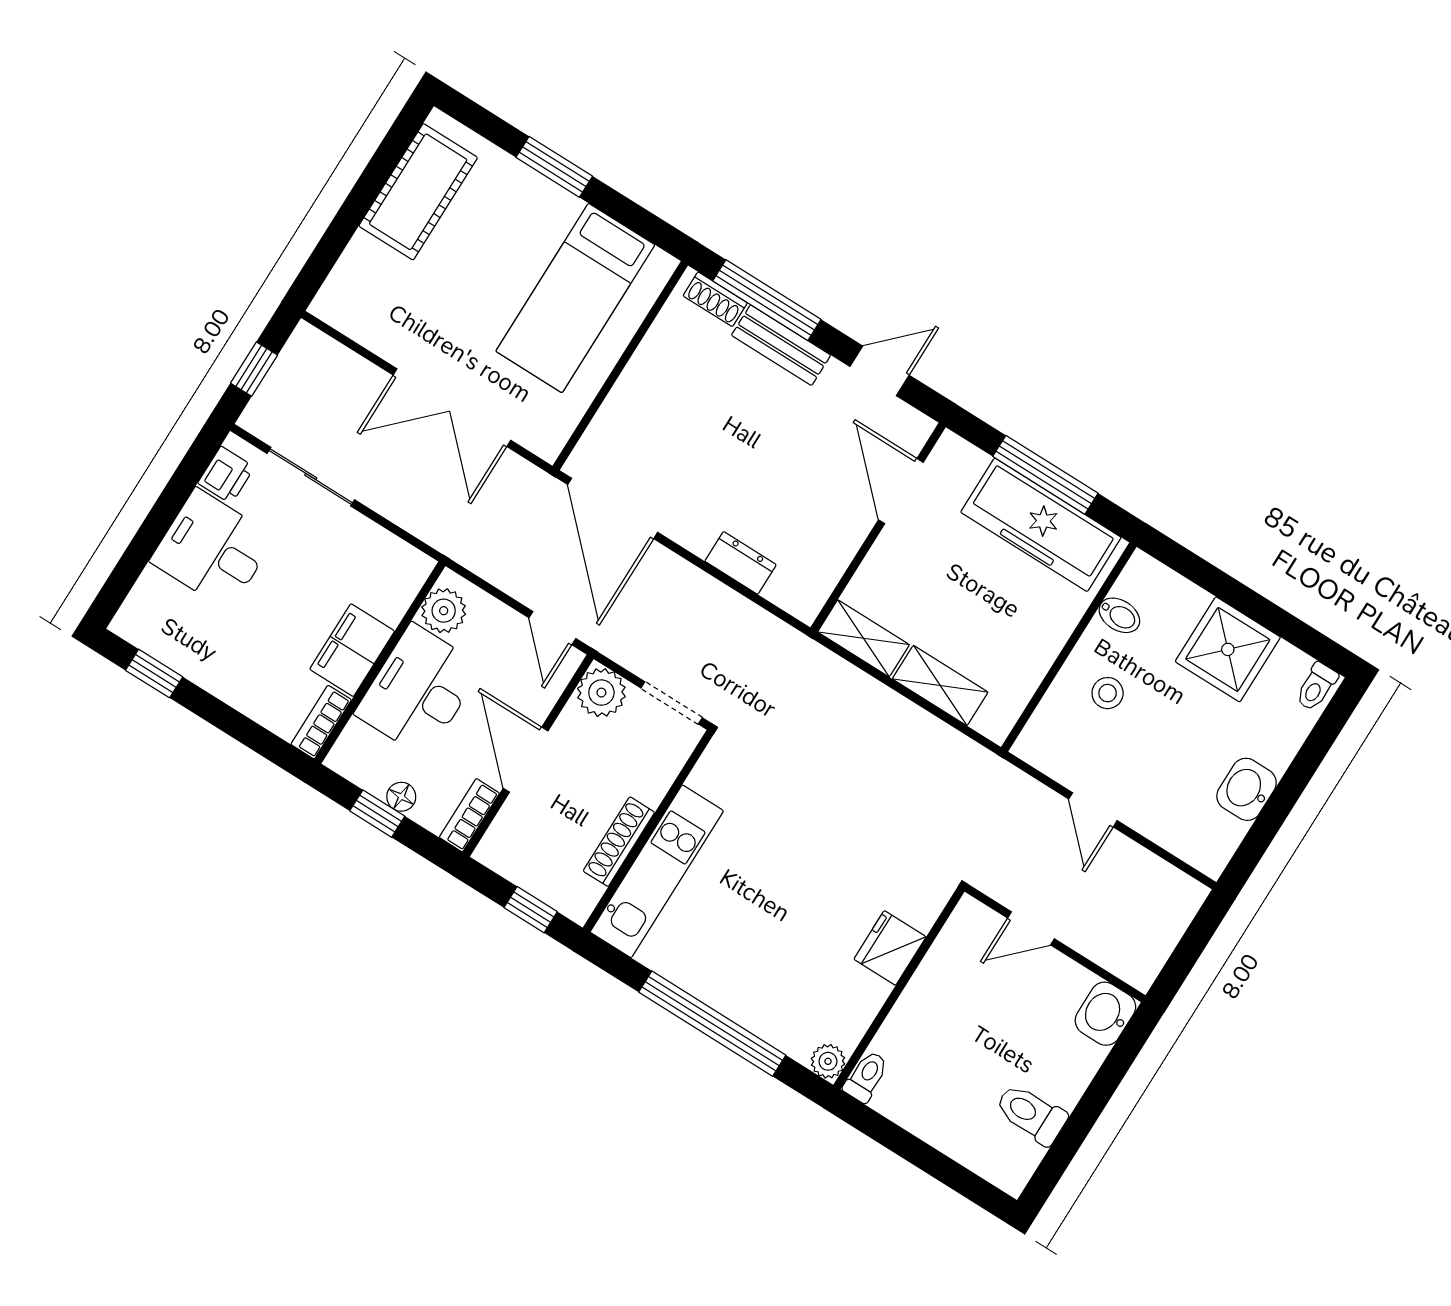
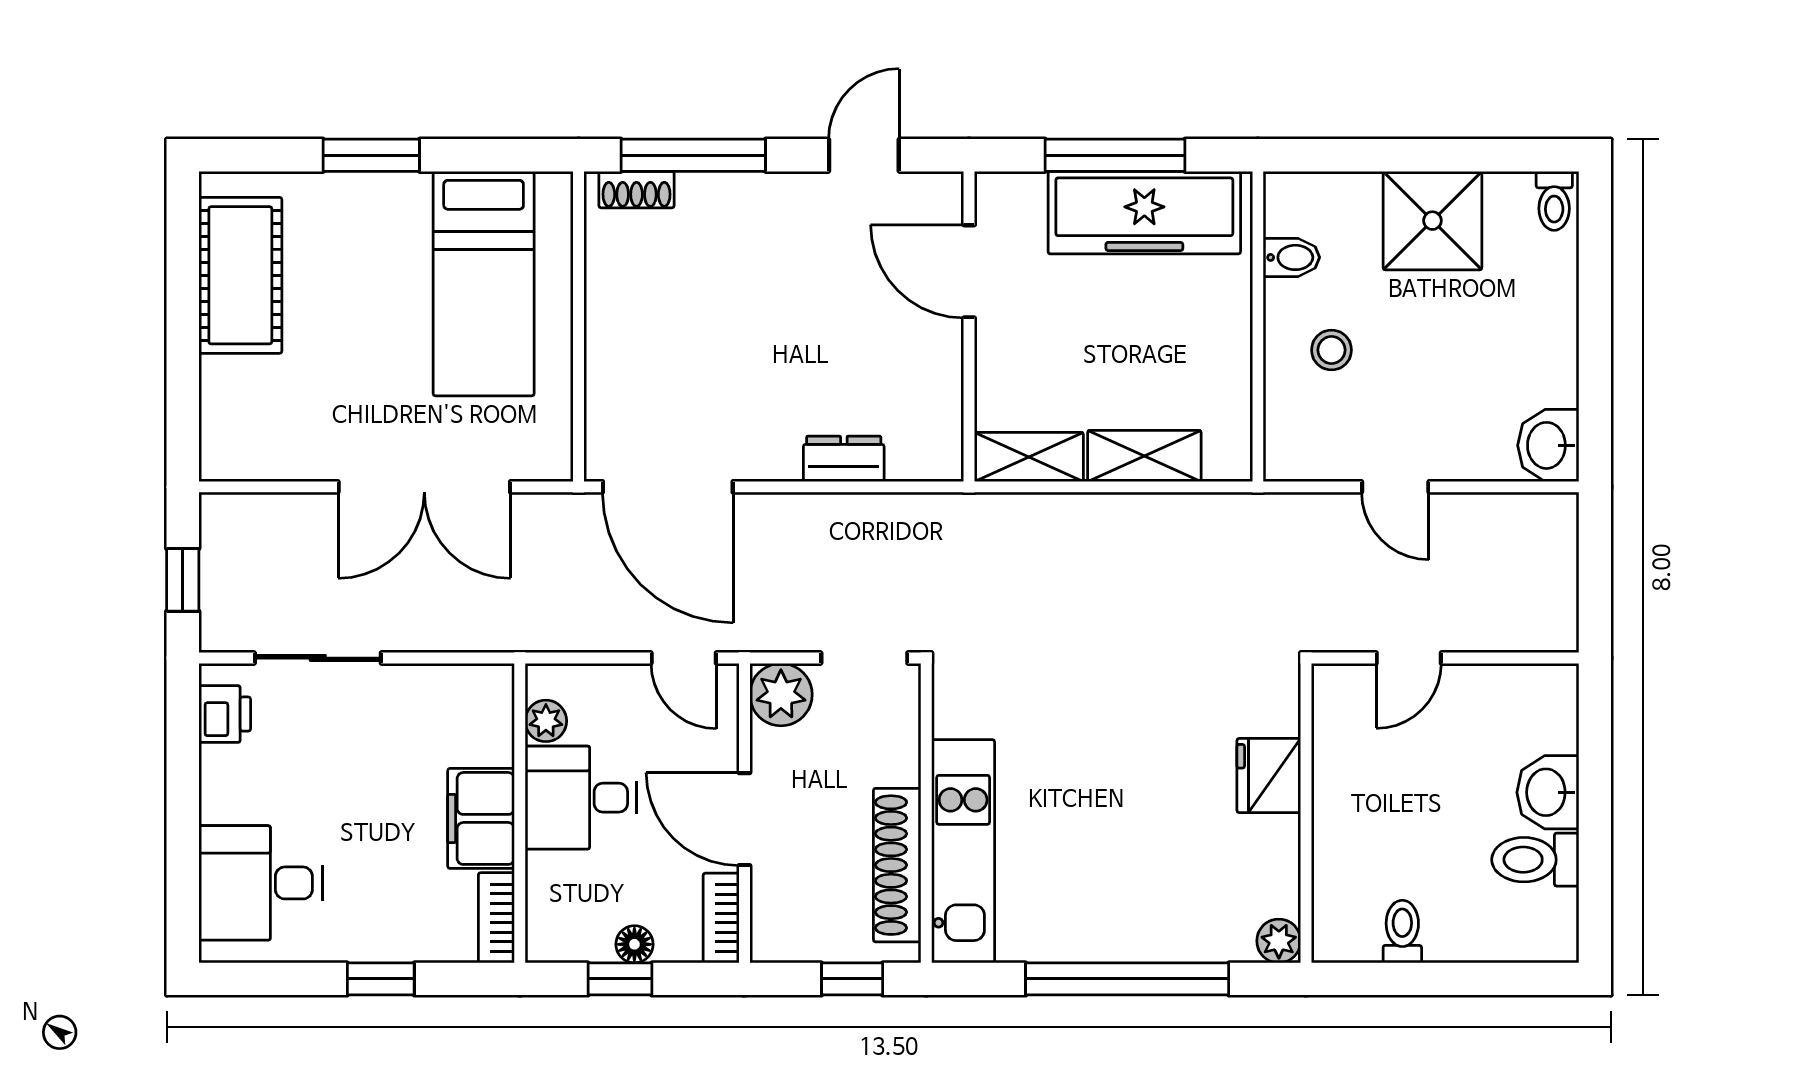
bench: (781, 345) -> (739, 195), removed
desk: (213, 549) -> (261, 883), moved
plant: (444, 611) -> (546, 721), width x0.73, depth x0.73
window: (154, 674) -> (381, 979), moved
desk: (419, 690) -> (581, 798), width x0.73
washbasin: (1247, 789) -> (1548, 445), moved
shoe rack: (619, 842) -> (897, 865), width x1.36, depth x1.24
washbasin: (1105, 1014) -> (1548, 792), moved
toilet: (866, 1077) -> (1402, 932), moved

